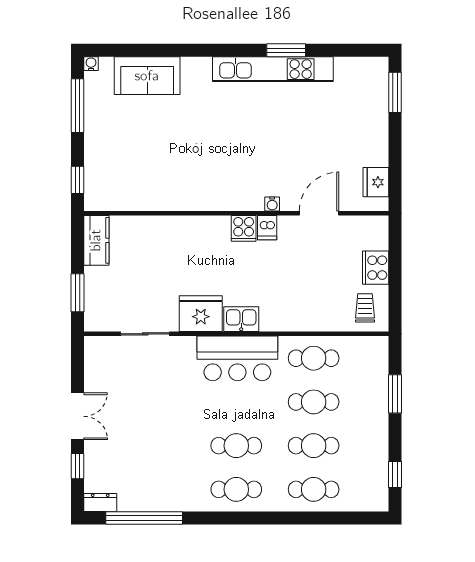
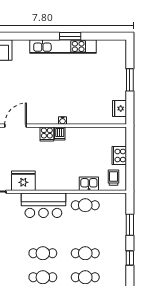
window: (395, 92) -> (130, 80), moved
door: (319, 213) -> (16, 126), moved
kitchen sink: (241, 319) -> (89, 184), moved
cafe table: (314, 402) -> (85, 229), removed
window: (395, 474) -> (130, 258), moved

